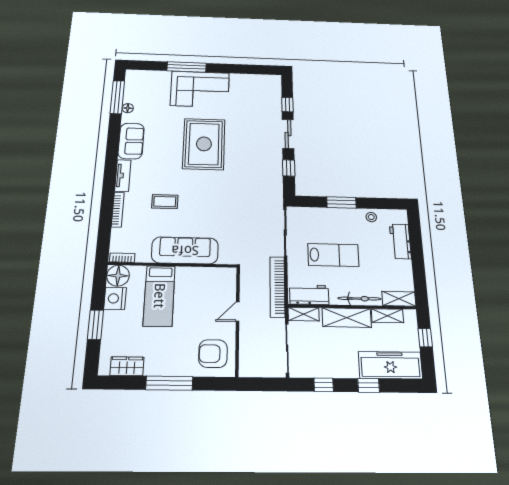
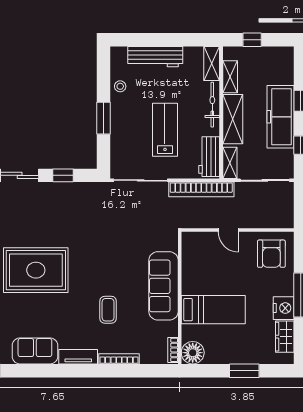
workbench: (400, 241) -> (155, 57), width x1.38
nightstand: (115, 298) -> (284, 308), moved, turned -90
freezer: (390, 365) -> (280, 117), moved

